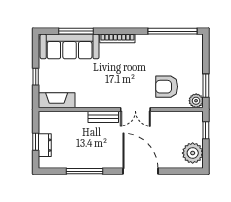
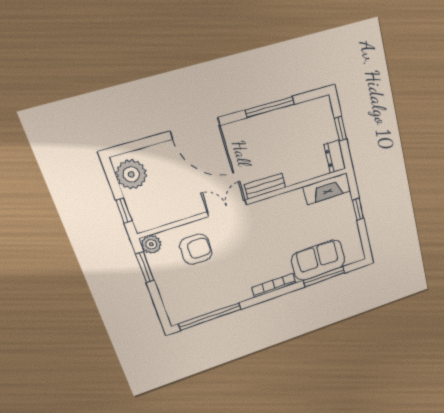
sofa: (70, 46) -> (318, 260), width x0.73
dresser: (45, 145) -> (335, 157), moved

